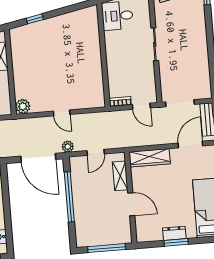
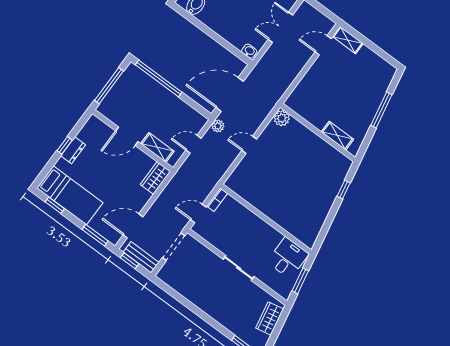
door: (190, 145) -> (133, 226), swing flipped
door: (96, 152) -> (194, 144), hinge flipped
wardrobe: (150, 158) -> (155, 178), width x0.67
window: (69, 197) -> (159, 78), moved
window: (176, 242) -> (65, 145), width x0.67

